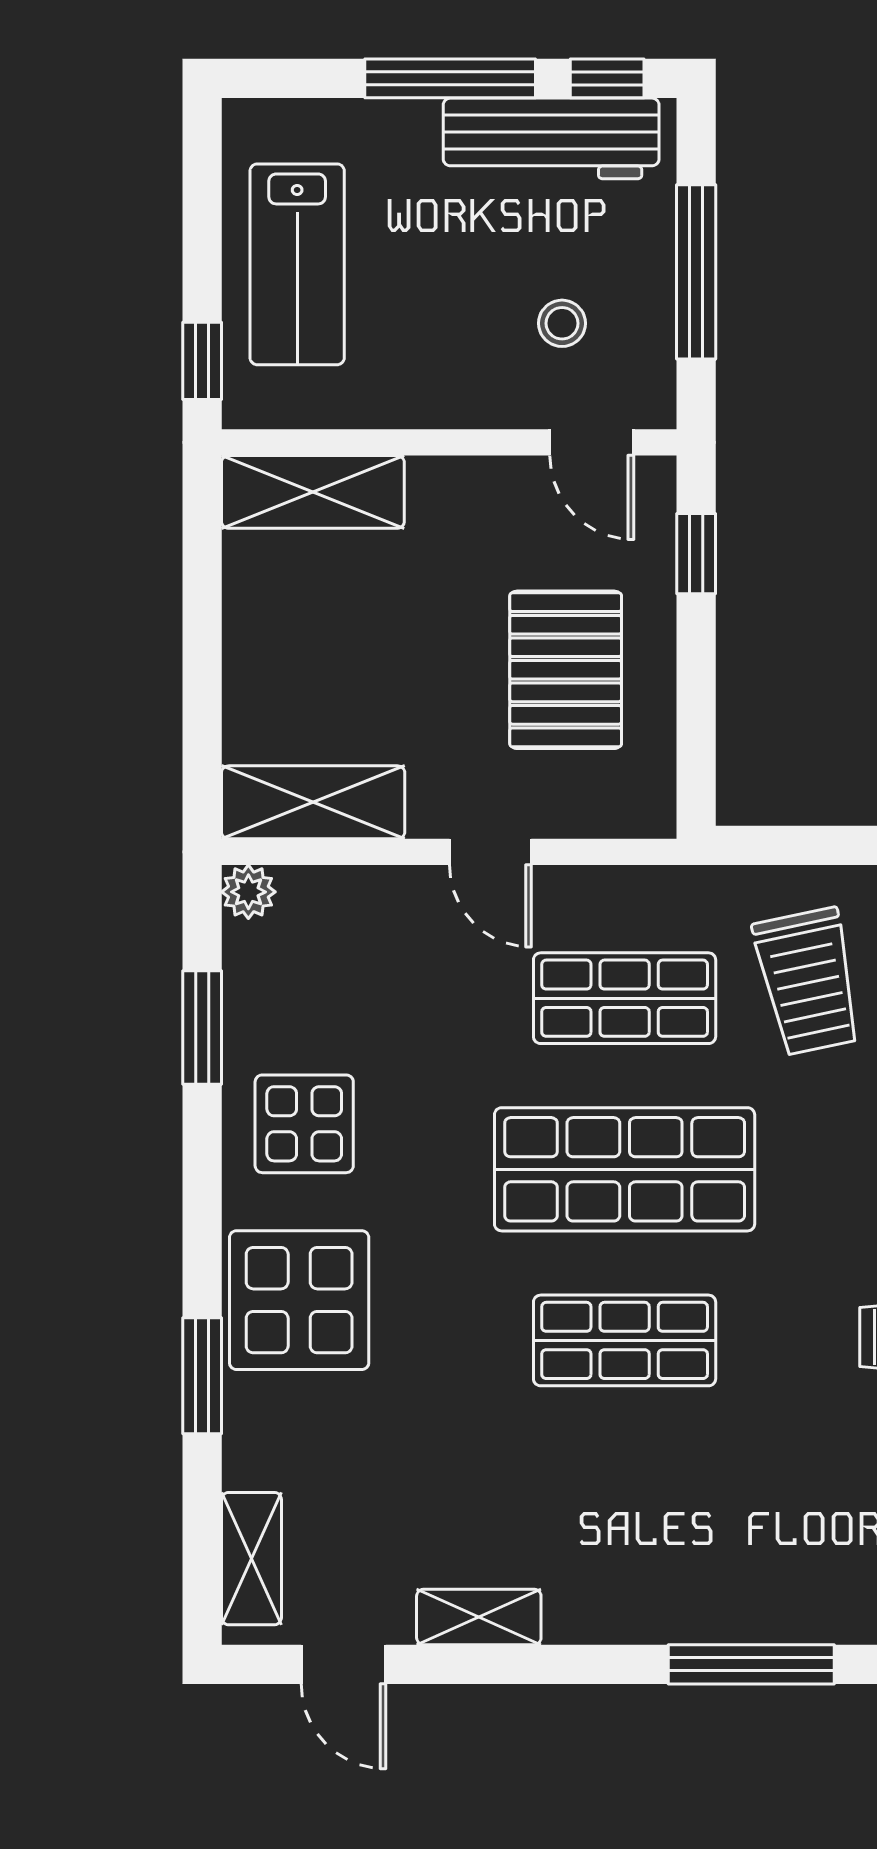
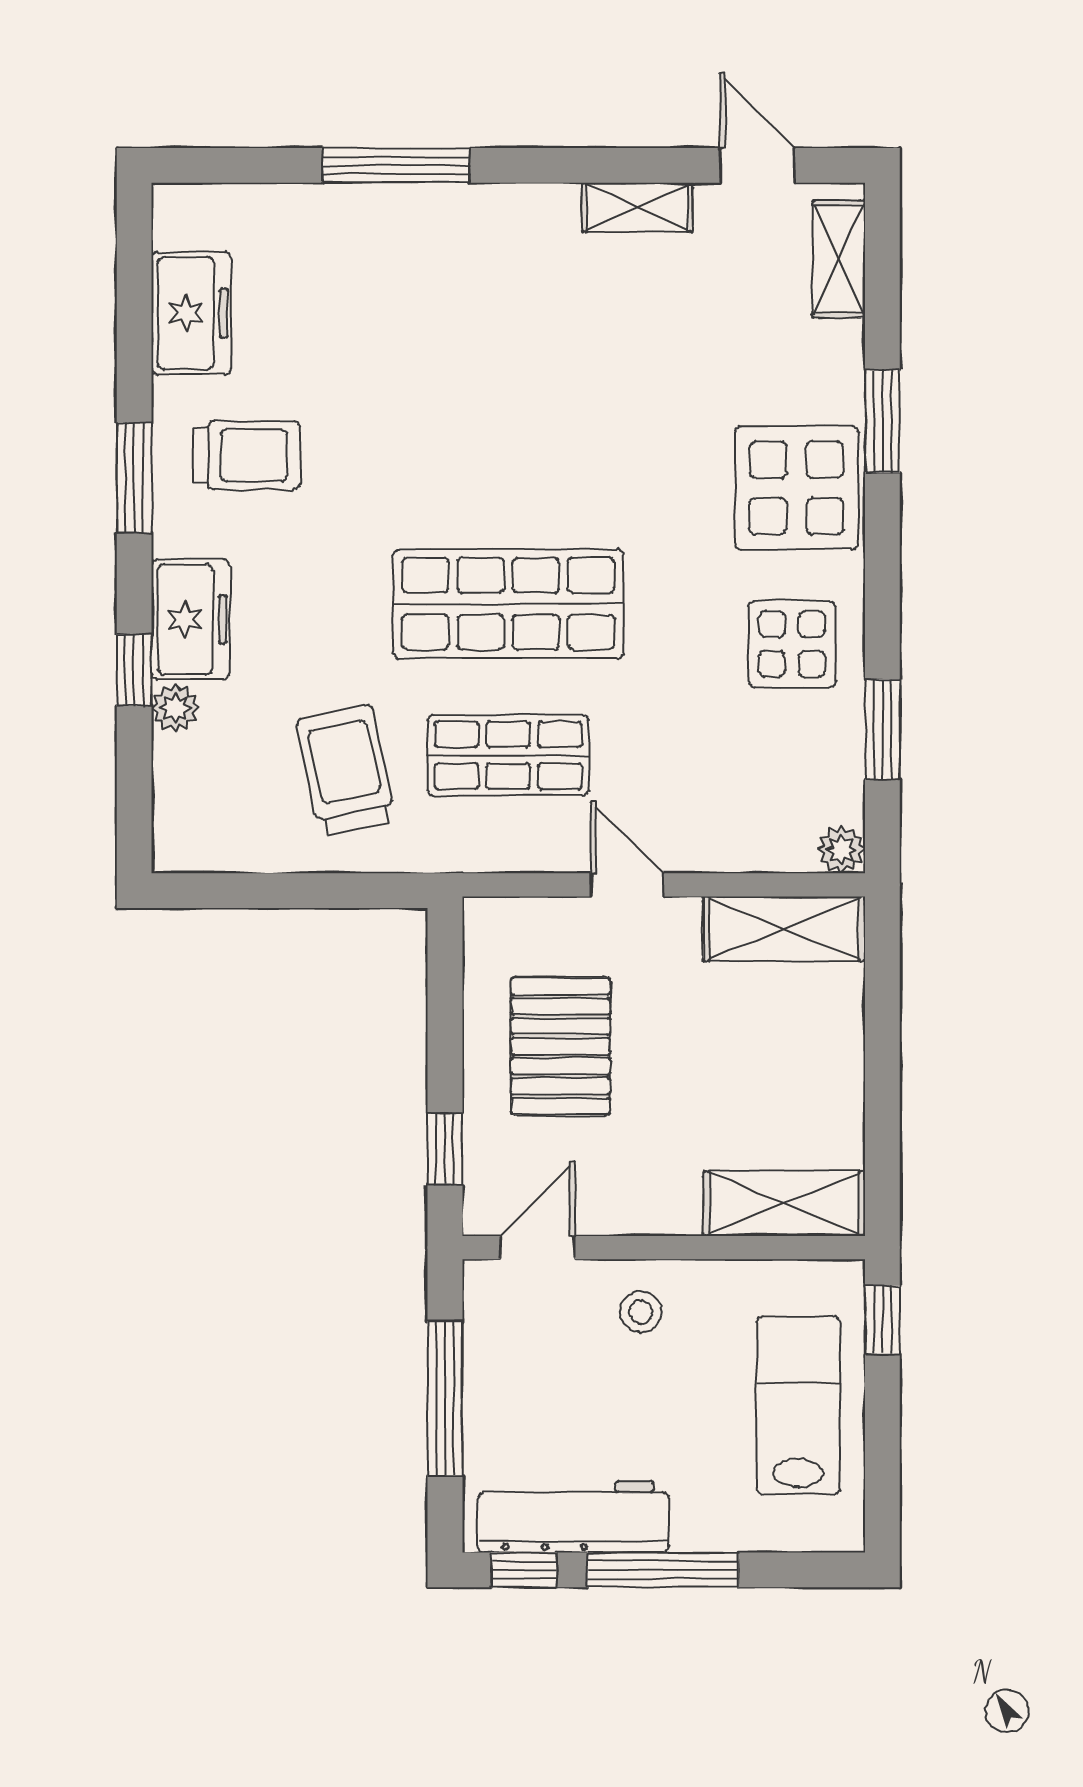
stool: (562, 323) -> (641, 1312), moved
door: (592, 442) -> (537, 1248), hinge flipped
shop shelf: (625, 1340) -> (508, 452), removed

